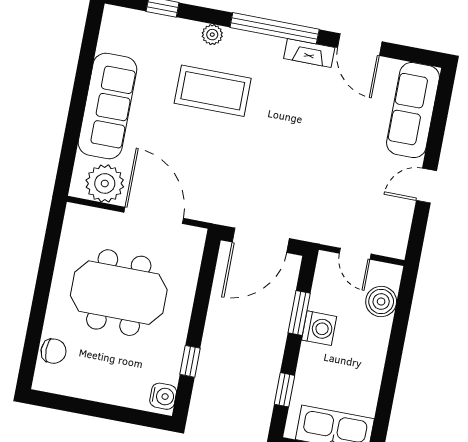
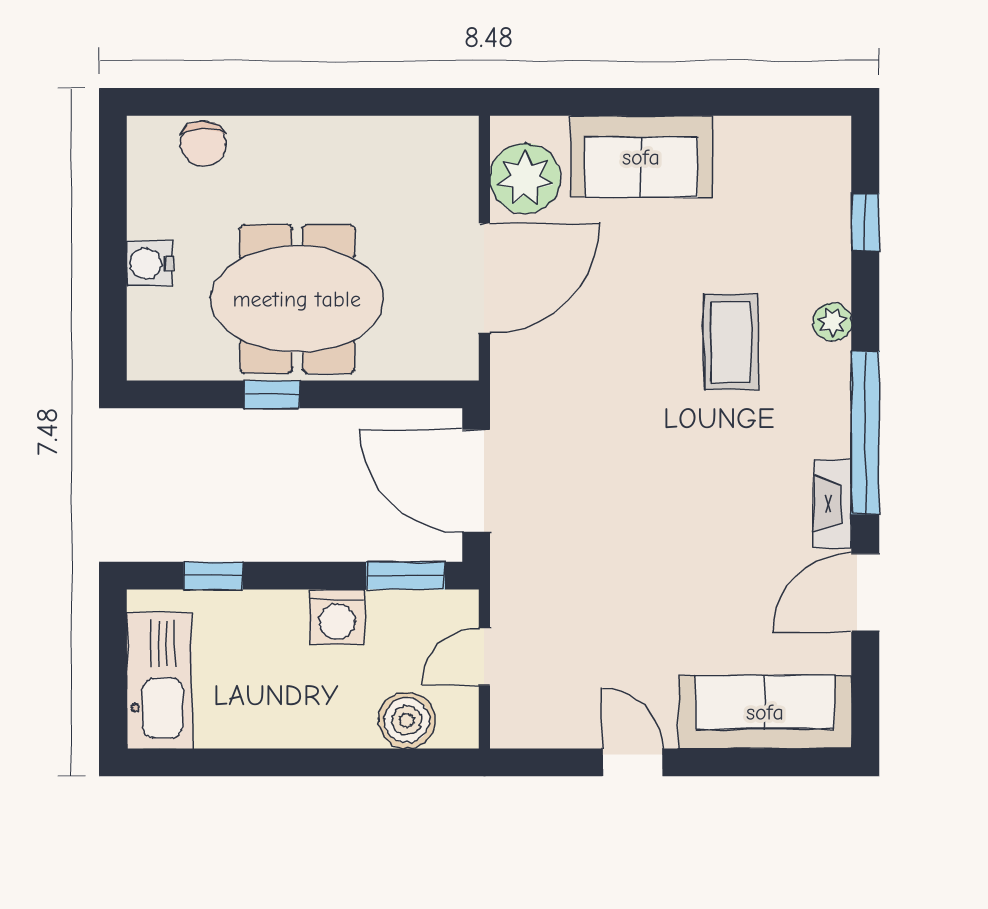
coffee table: (213, 91) -> (731, 342), width x0.73, depth x0.76
sofa: (107, 106) -> (641, 157), width x0.73
meeting table: (119, 293) -> (297, 299), moved, turned 90
window: (299, 313) -> (405, 576), moved
window: (190, 361) -> (272, 394), moved
water cooler: (163, 396) -> (149, 263), moved, turned 90

